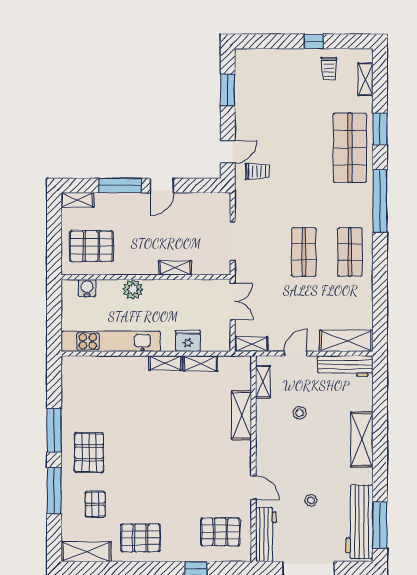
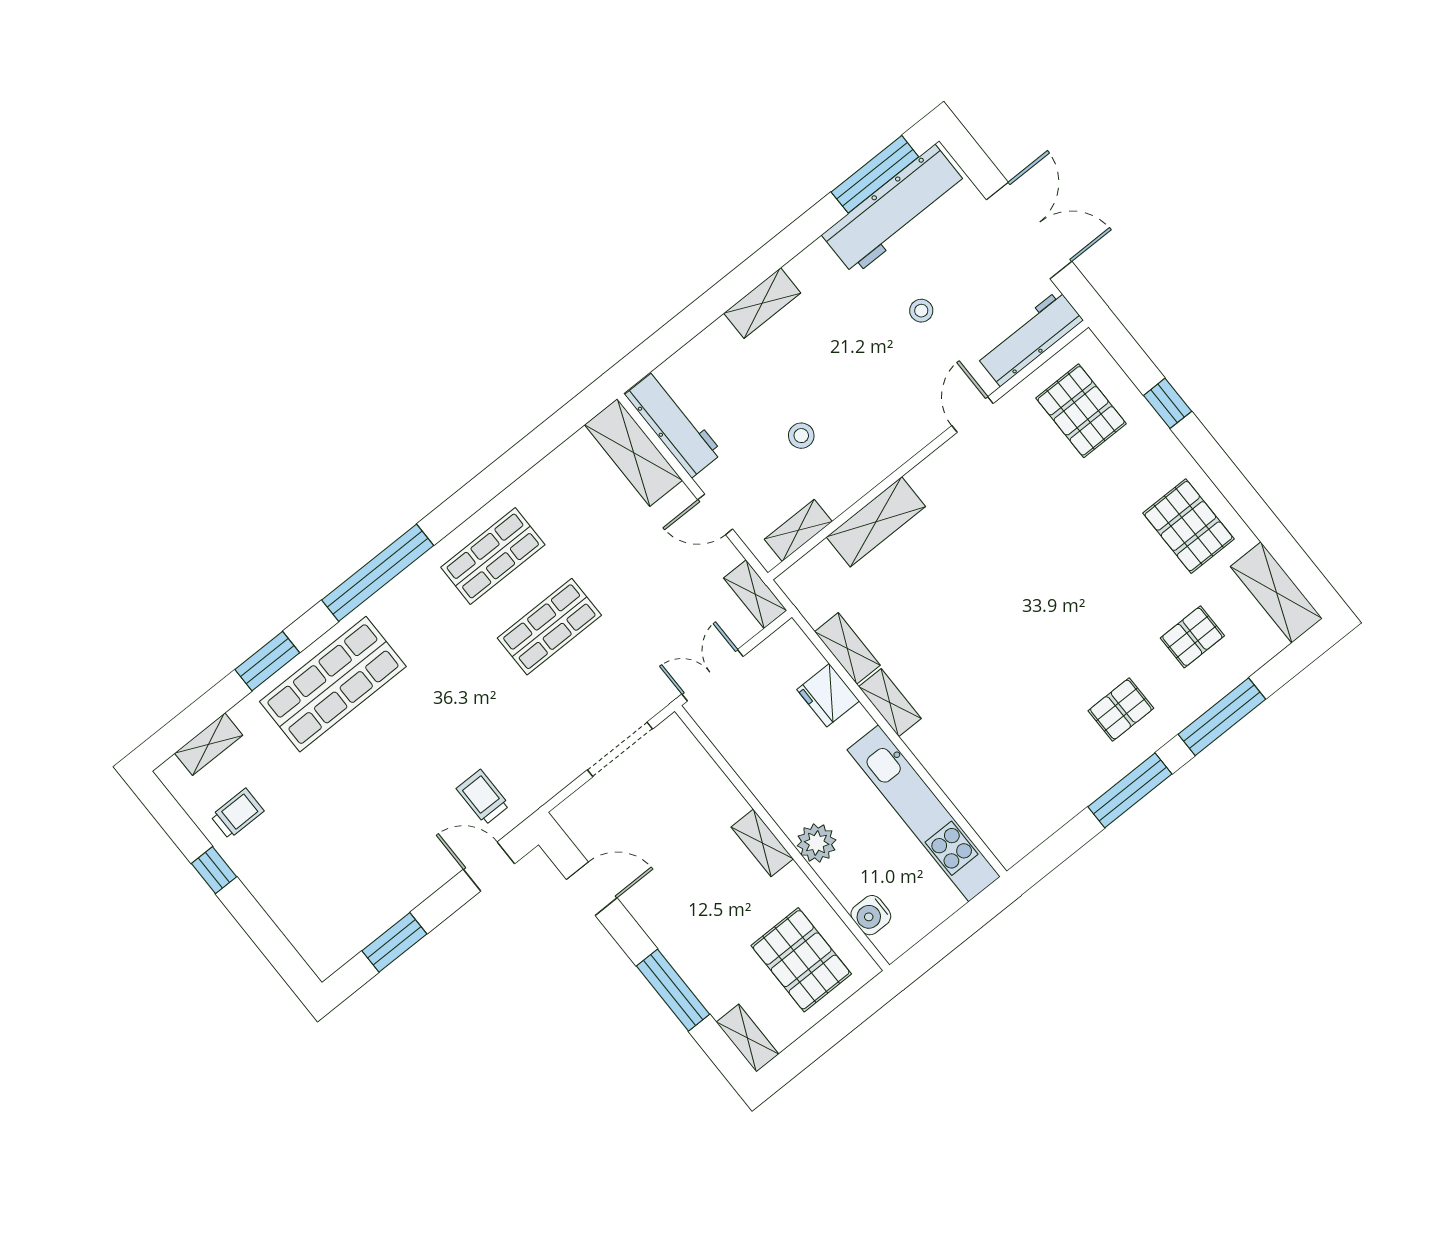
door: (162, 186) -> (592, 889), moved
shelving: (175, 268) -> (762, 843), moved
shelving: (362, 440) -> (762, 303), width x0.67, depth x0.75
pallet: (89, 453) -> (1121, 709), width x0.67, depth x0.71

